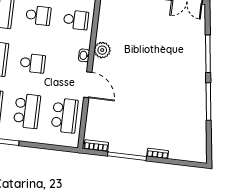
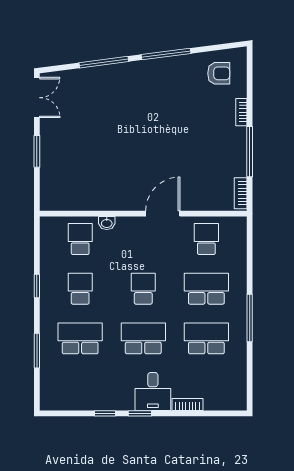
plant: (102, 50) -> (115, 200), removed
washbasin: (84, 55) -> (107, 223), moved
school desk: (65, 115) -> (206, 239), width x0.54
armchair: (189, 140) -> (219, 73), added

